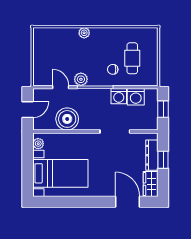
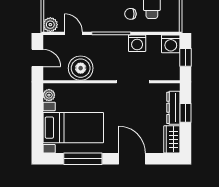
plant: (81, 79) -> (50, 25), moved
washing machine: (136, 97) -> (171, 44), moved
door: (28, 110) -> (37, 58), hinge flipped
window: (69, 202) -> (83, 159), added
door: (128, 202) -> (132, 159), moved

